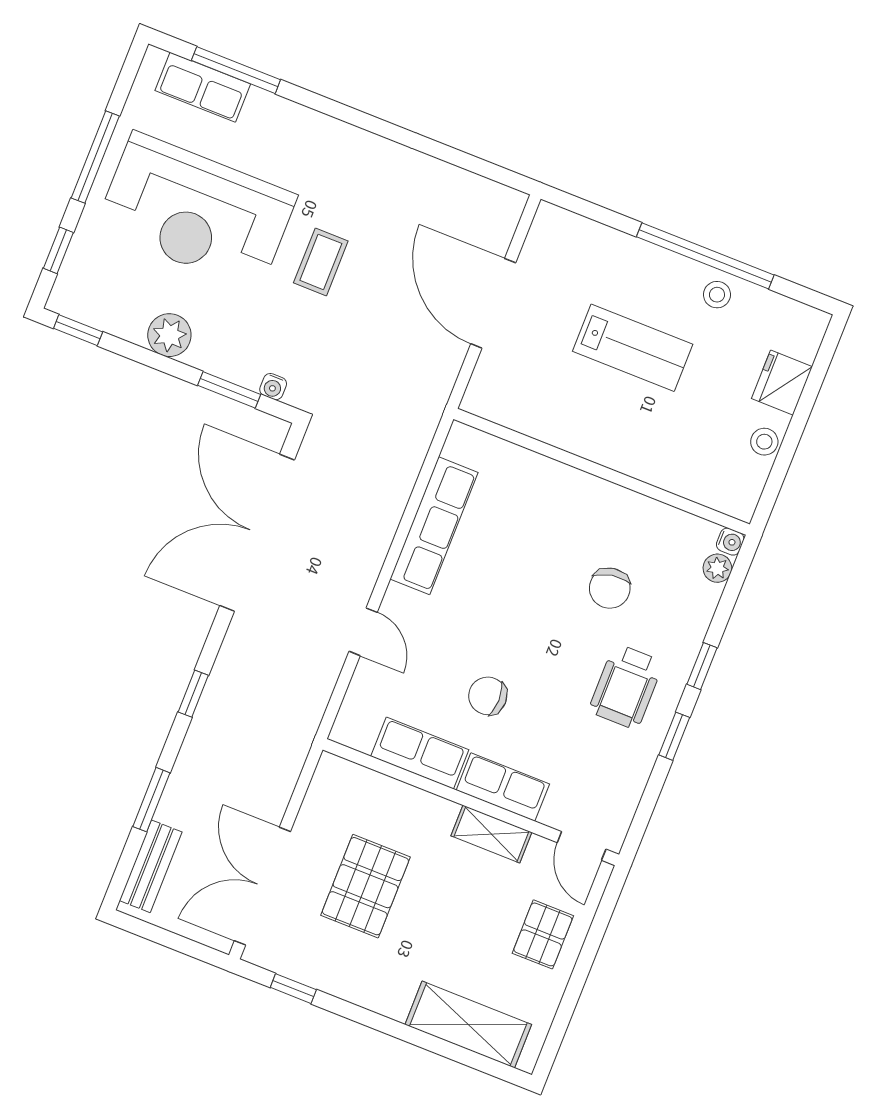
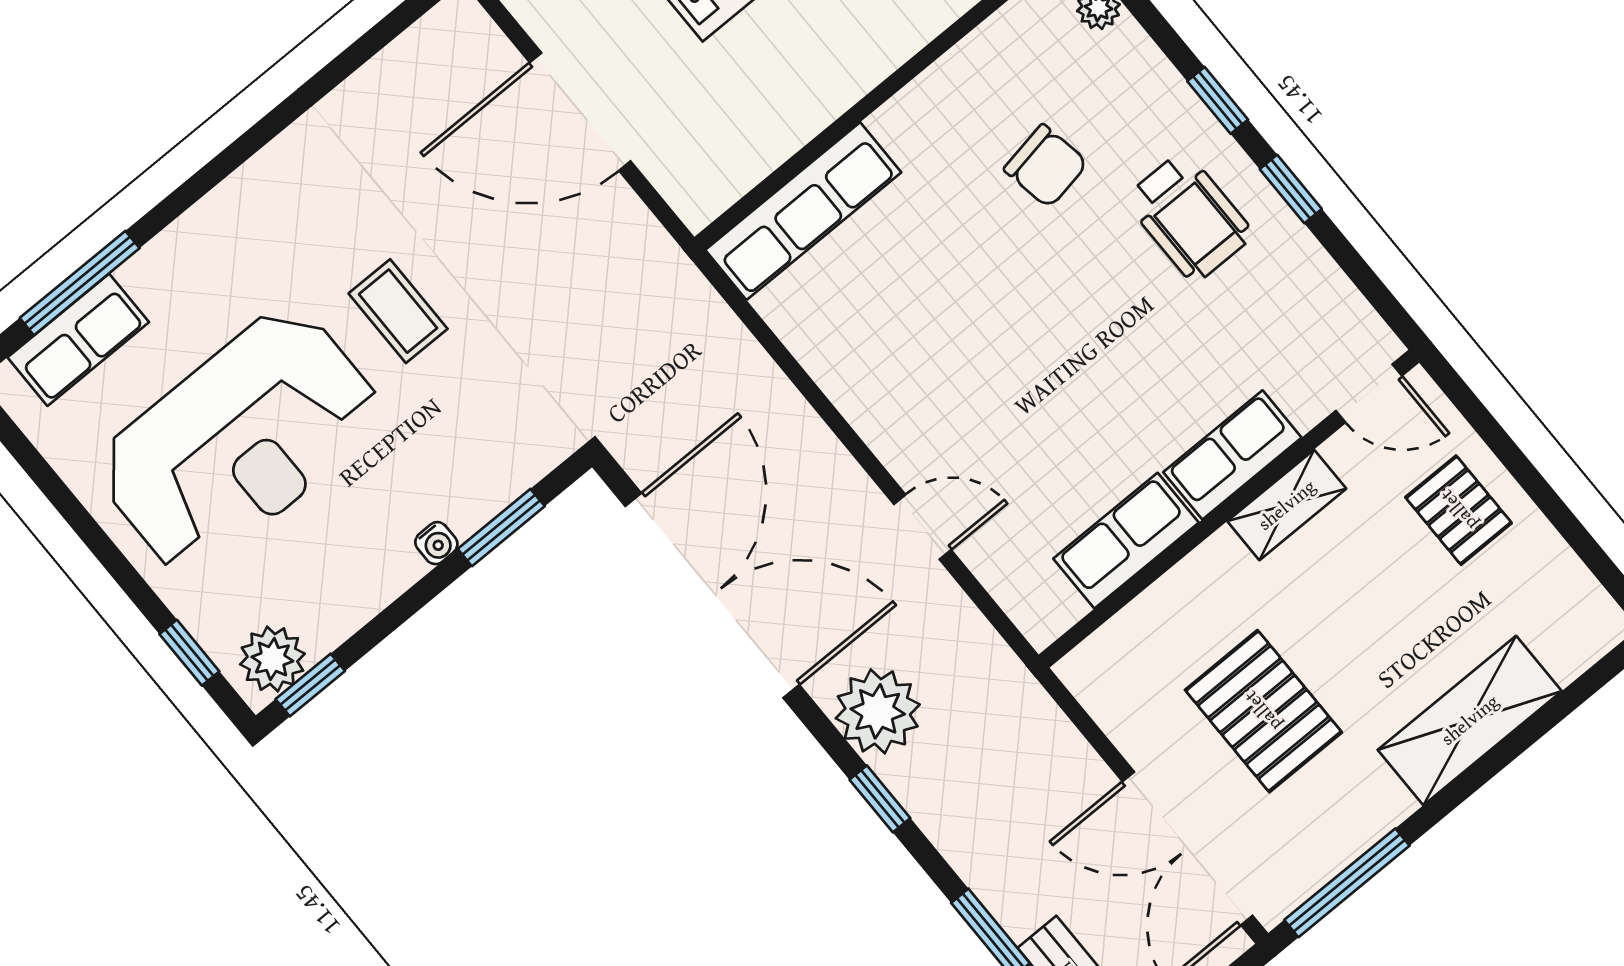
window: (95, 157) -> (92, 535), removed
plant: (169, 335) -> (272, 659), moved
water cooler: (273, 387) -> (436, 543), moved
row of seats: (434, 526) -> (803, 211), moved, turned 90
double door: (257, 533) -> (712, 596), swing flipped
plant: (243, 665) -> (878, 711), added
chair: (488, 696) -> (1100, 408), removed
window: (293, 989) -> (1347, 883), width x2.17
shelving: (468, 1025) -> (1470, 720), moved

